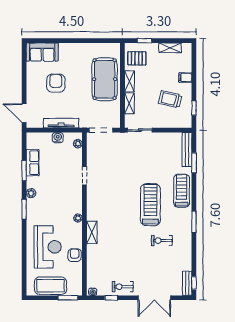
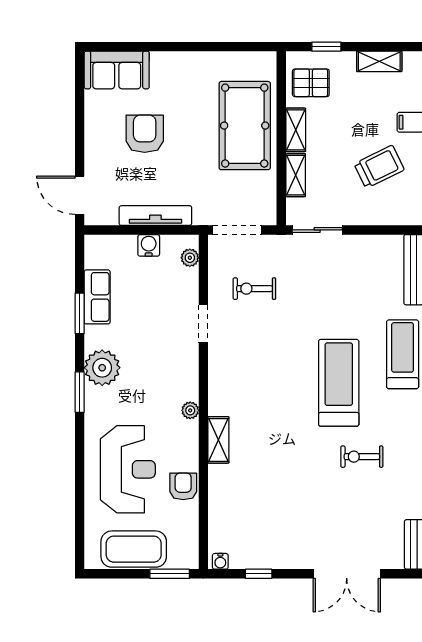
trolley: (170, 99) -> (379, 167), turned 141
plant: (31, 193) -> (102, 368), width x1.87, depth x1.87
exercise bike: (123, 287) -> (254, 289), moved

